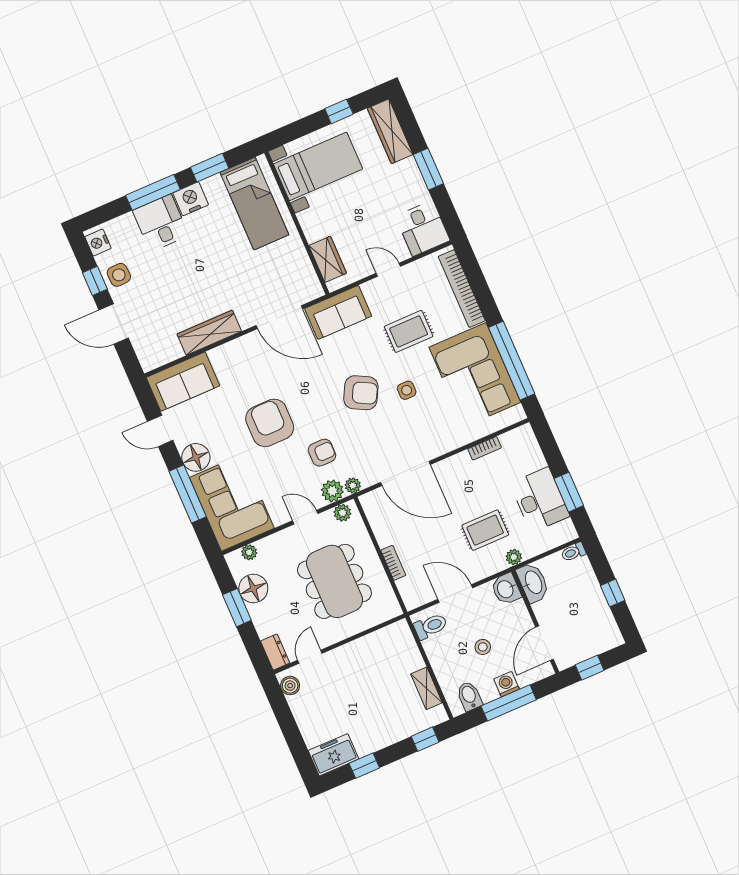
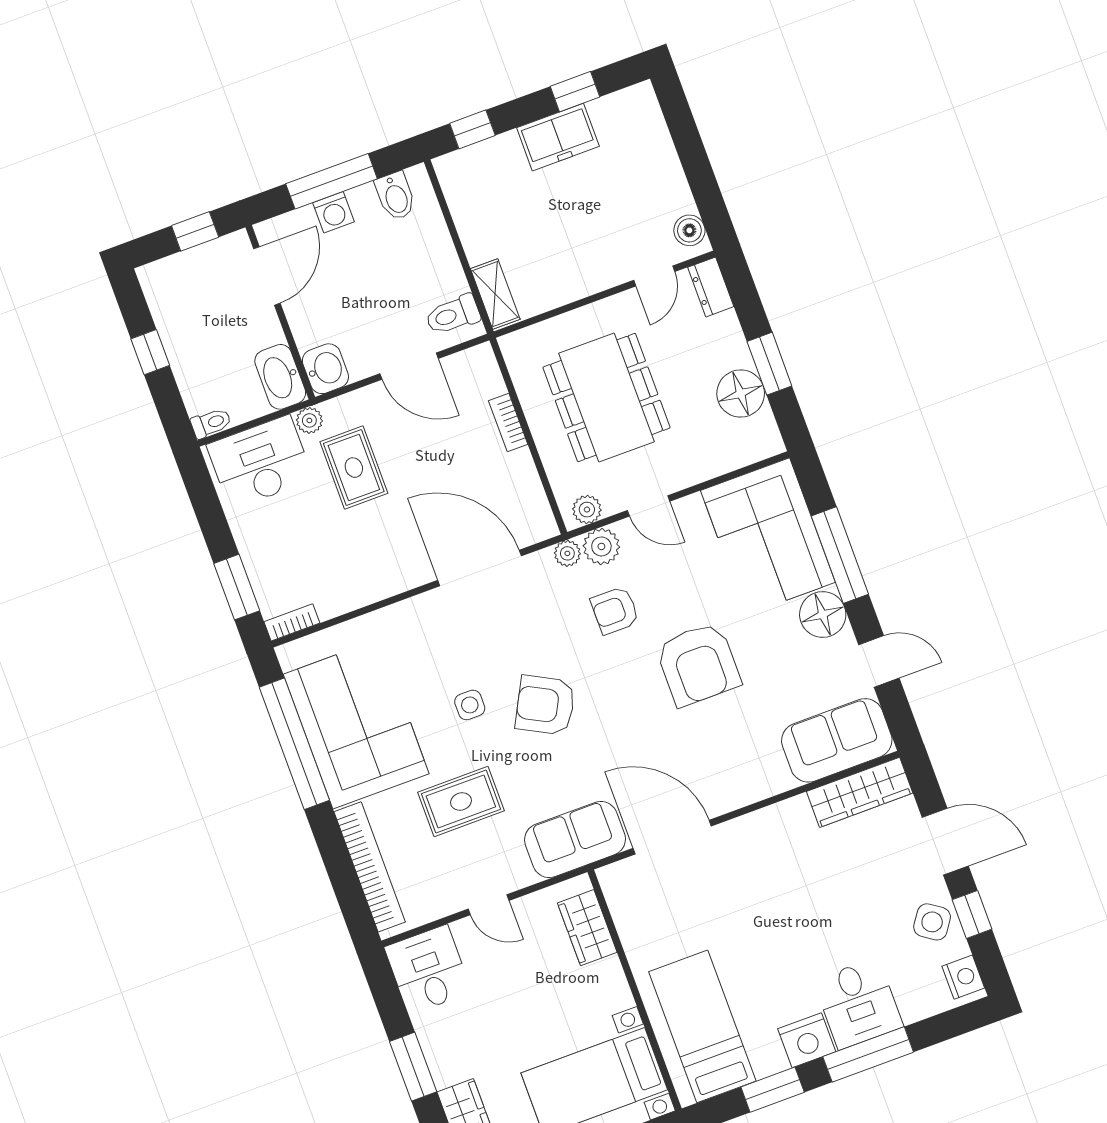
side table: (119, 275) -> (932, 922), turned 37
wardrobe: (209, 333) -> (860, 792), moved
bookcase: (485, 448) -> (292, 622), moved
window: (569, 492) -> (237, 587), moved
desk: (540, 500) -> (260, 462), moved, turned 90
rug: (485, 530) -> (354, 468), turned 90
plant: (249, 552) -> (744, 453), removed
stool: (483, 647) -> (369, 276), removed
shelving: (426, 688) -> (495, 294), moved
freezer: (333, 755) -> (558, 137), moved

